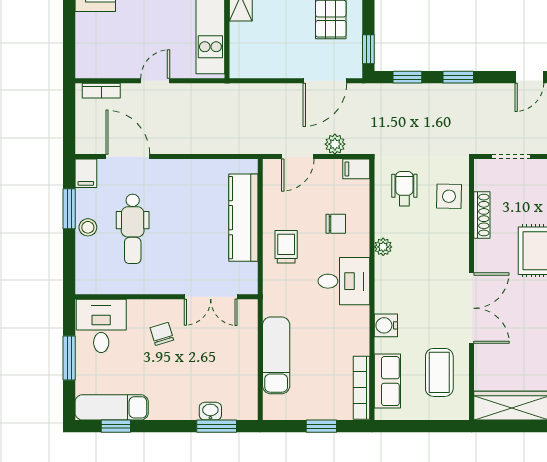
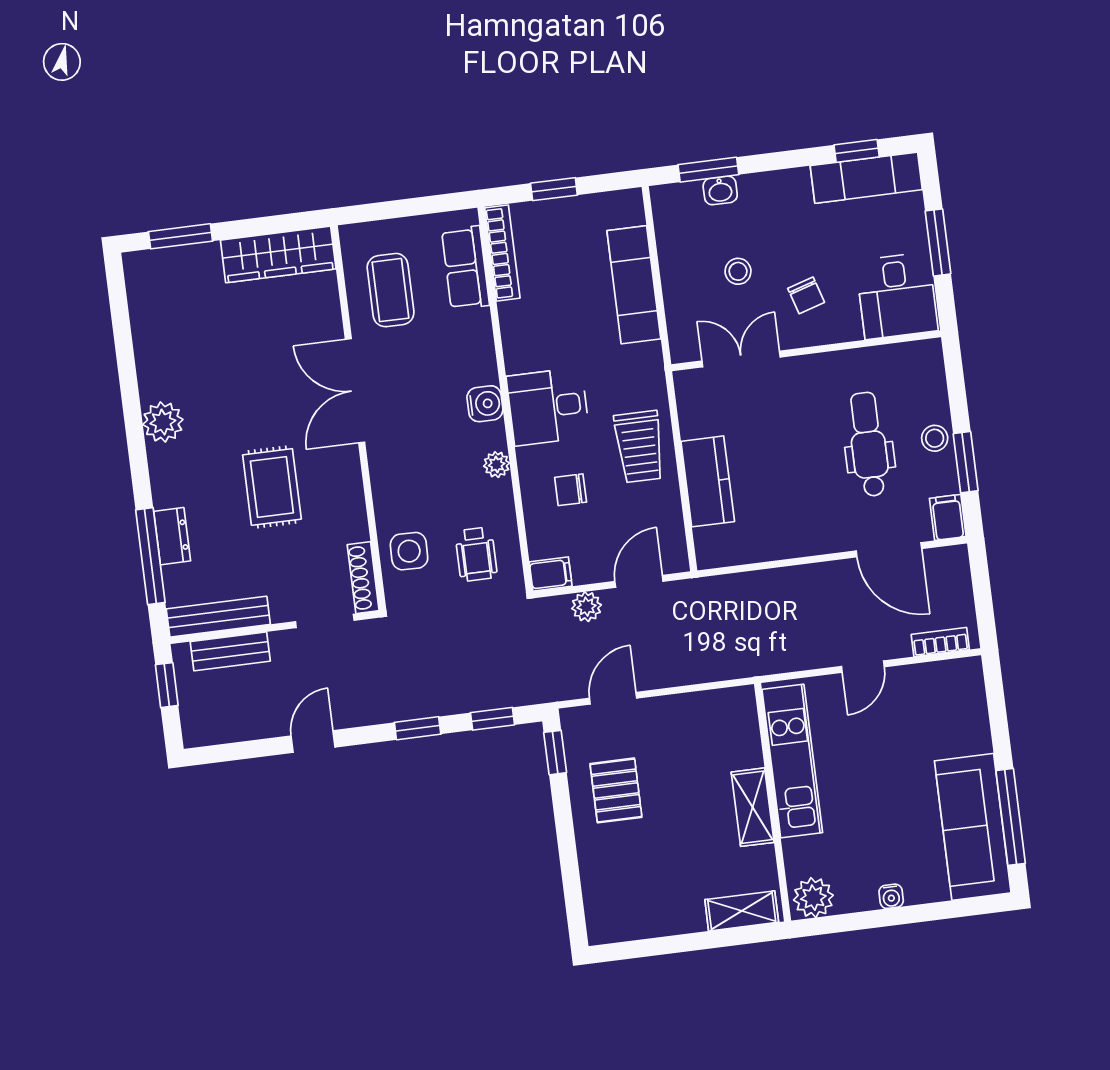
door: (325, 81) -> (613, 698), width x0.73
shoe rack: (482, 215) -> (363, 578), moved
kitchen counter: (243, 218) -> (708, 481), width x0.67
trolley: (286, 247) -> (639, 447), width x1.36, depth x1.39
water cooler: (386, 325) -> (485, 404), moved
stool: (205, 356) -> (738, 271), added

